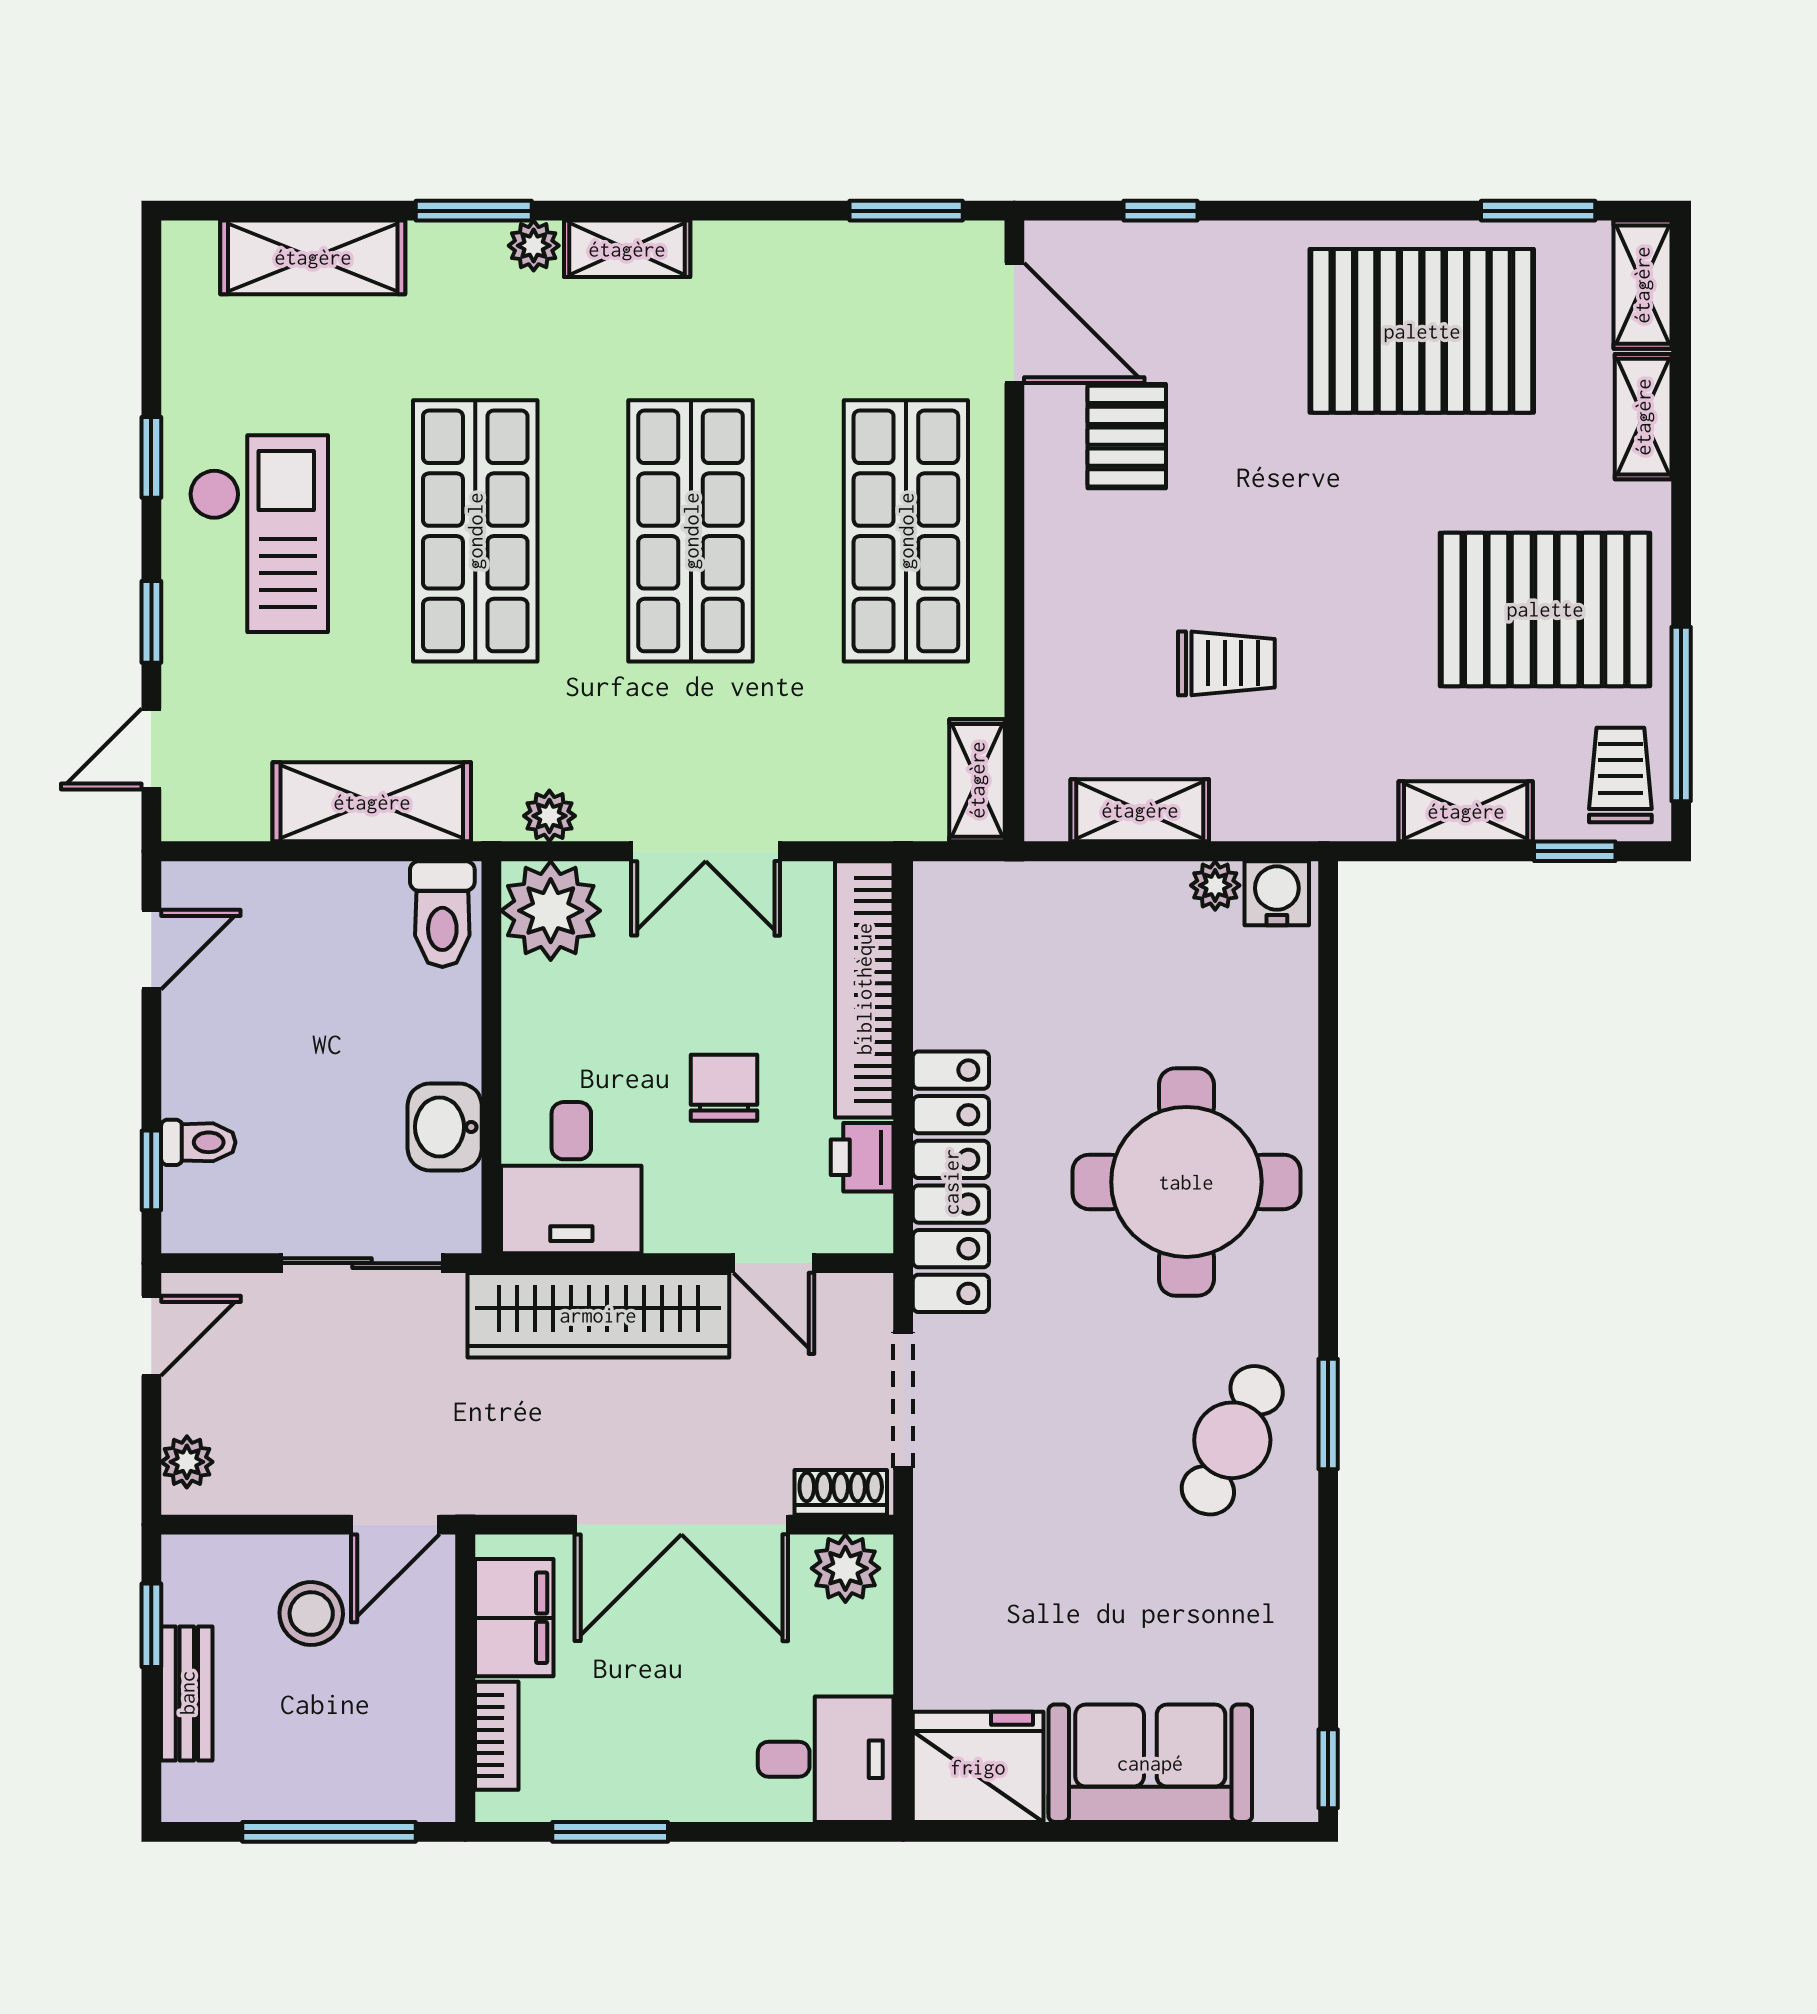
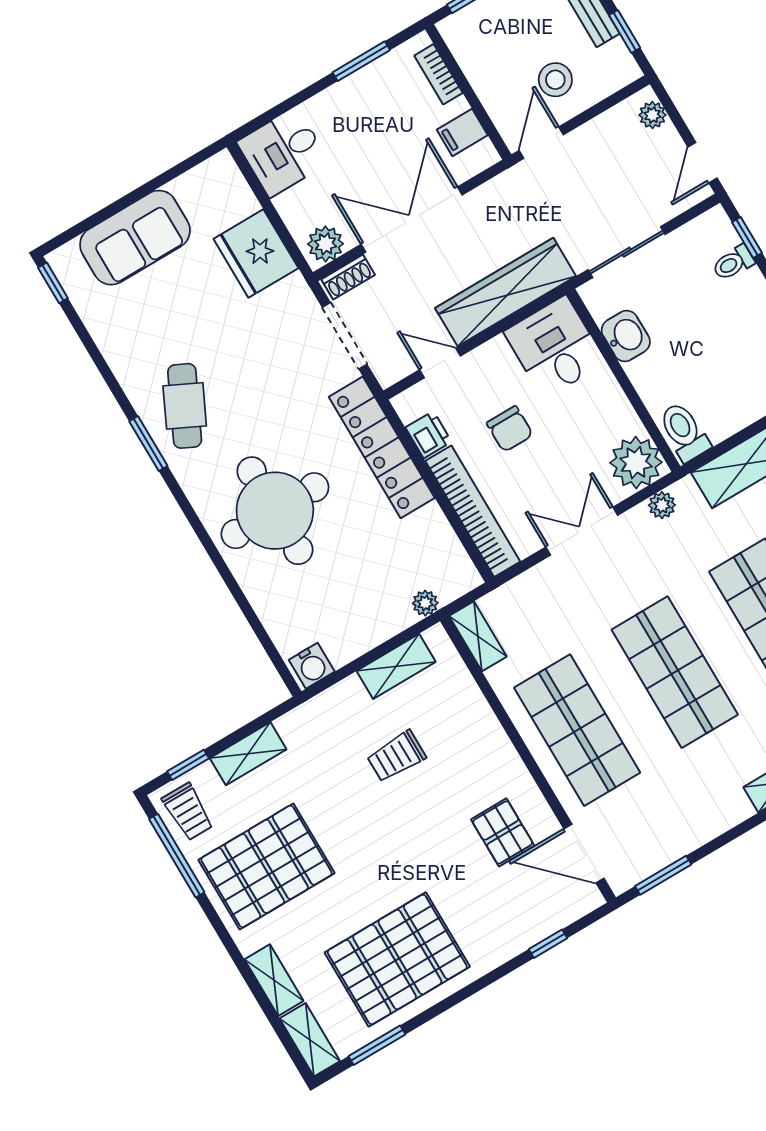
plant: (1215, 885) -> (425, 603), moved
filing cabinet: (514, 1618) -> (462, 132), width x0.50
fridge: (978, 1767) -> (256, 253), moved, turned 90

